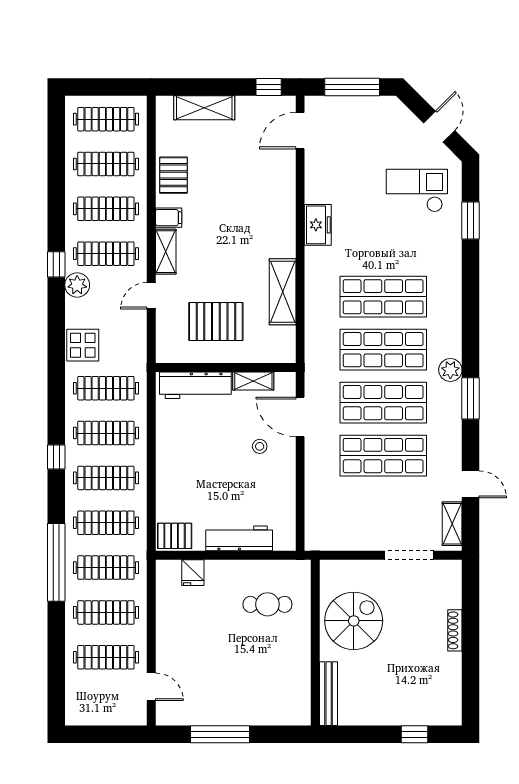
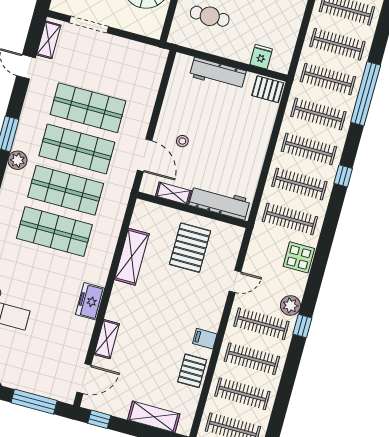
shelving: (166, 252) -> (107, 339), moved
pallet: (216, 322) -> (190, 248), turned 90

